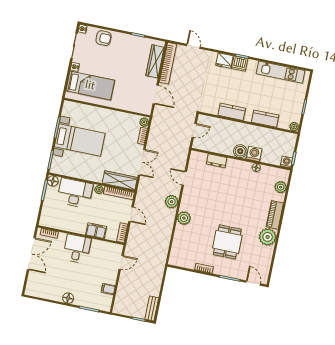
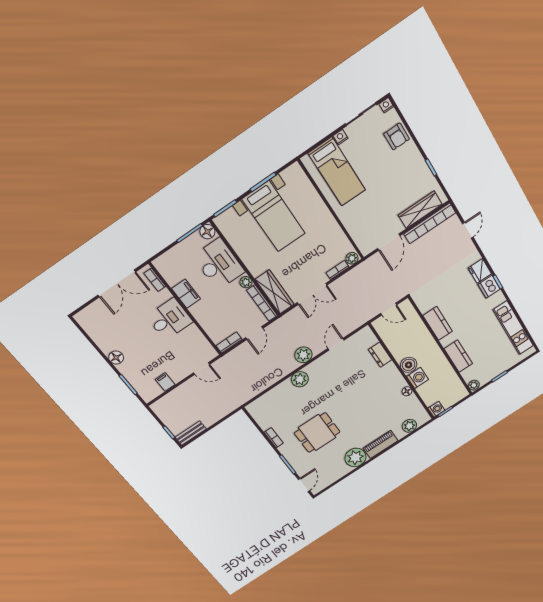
filing cabinet: (96, 231) -> (186, 294), moved

